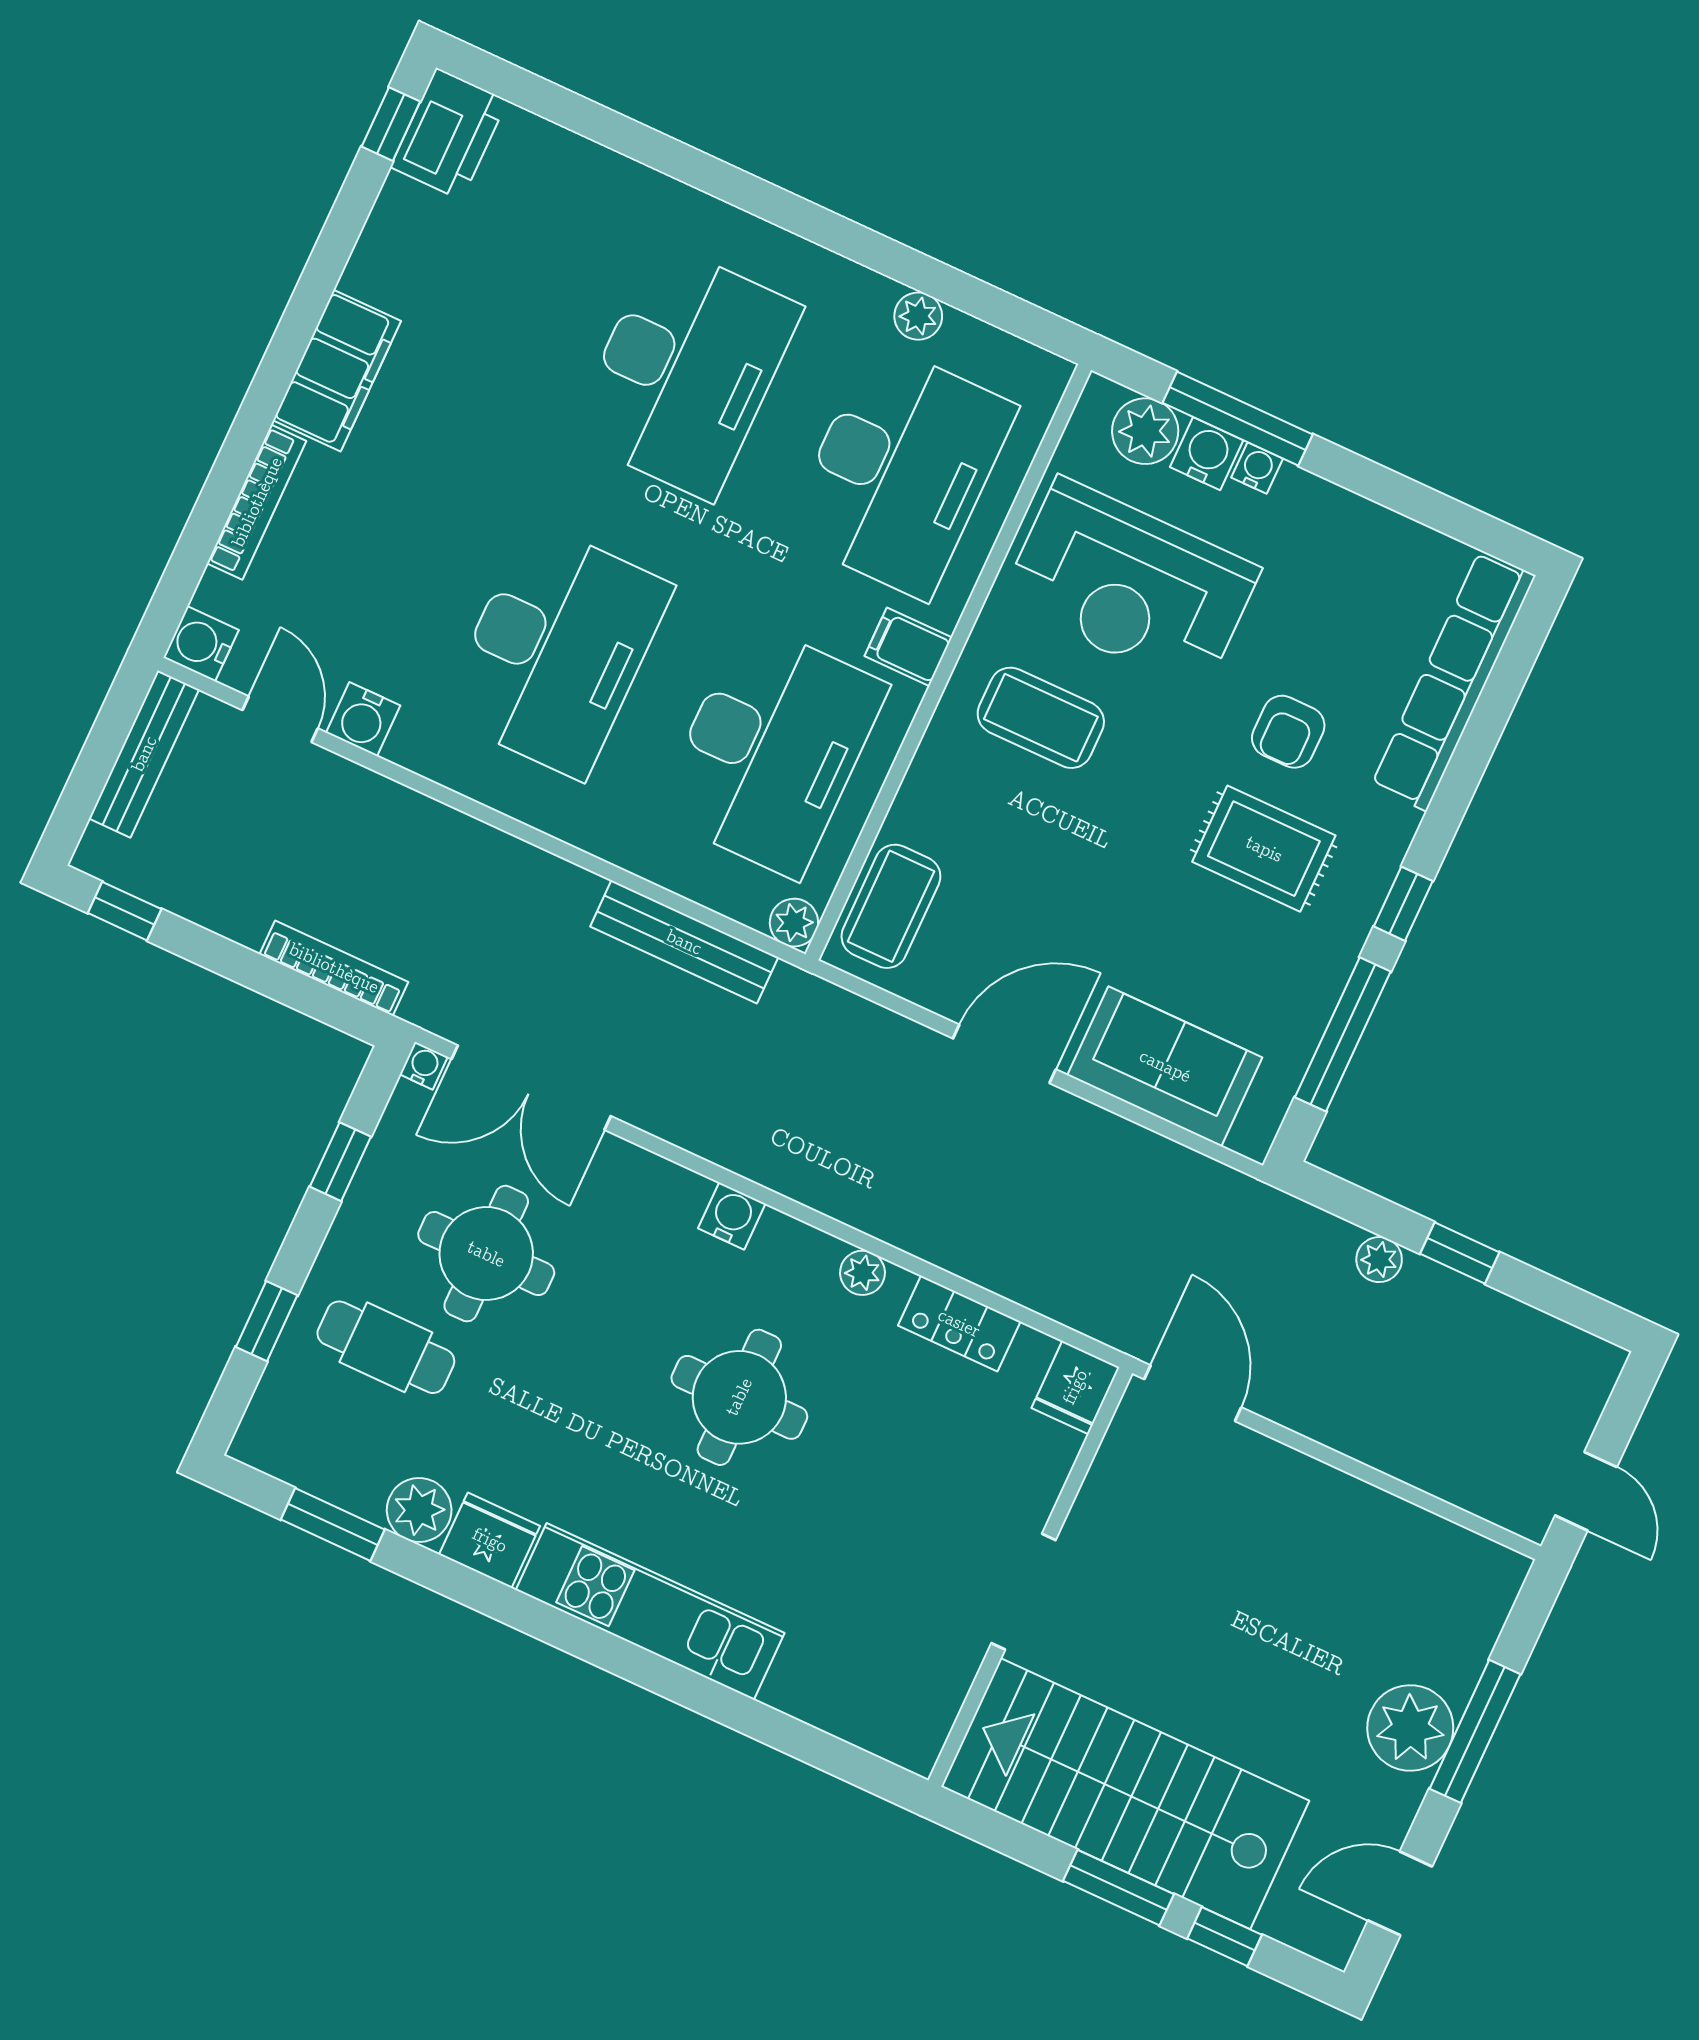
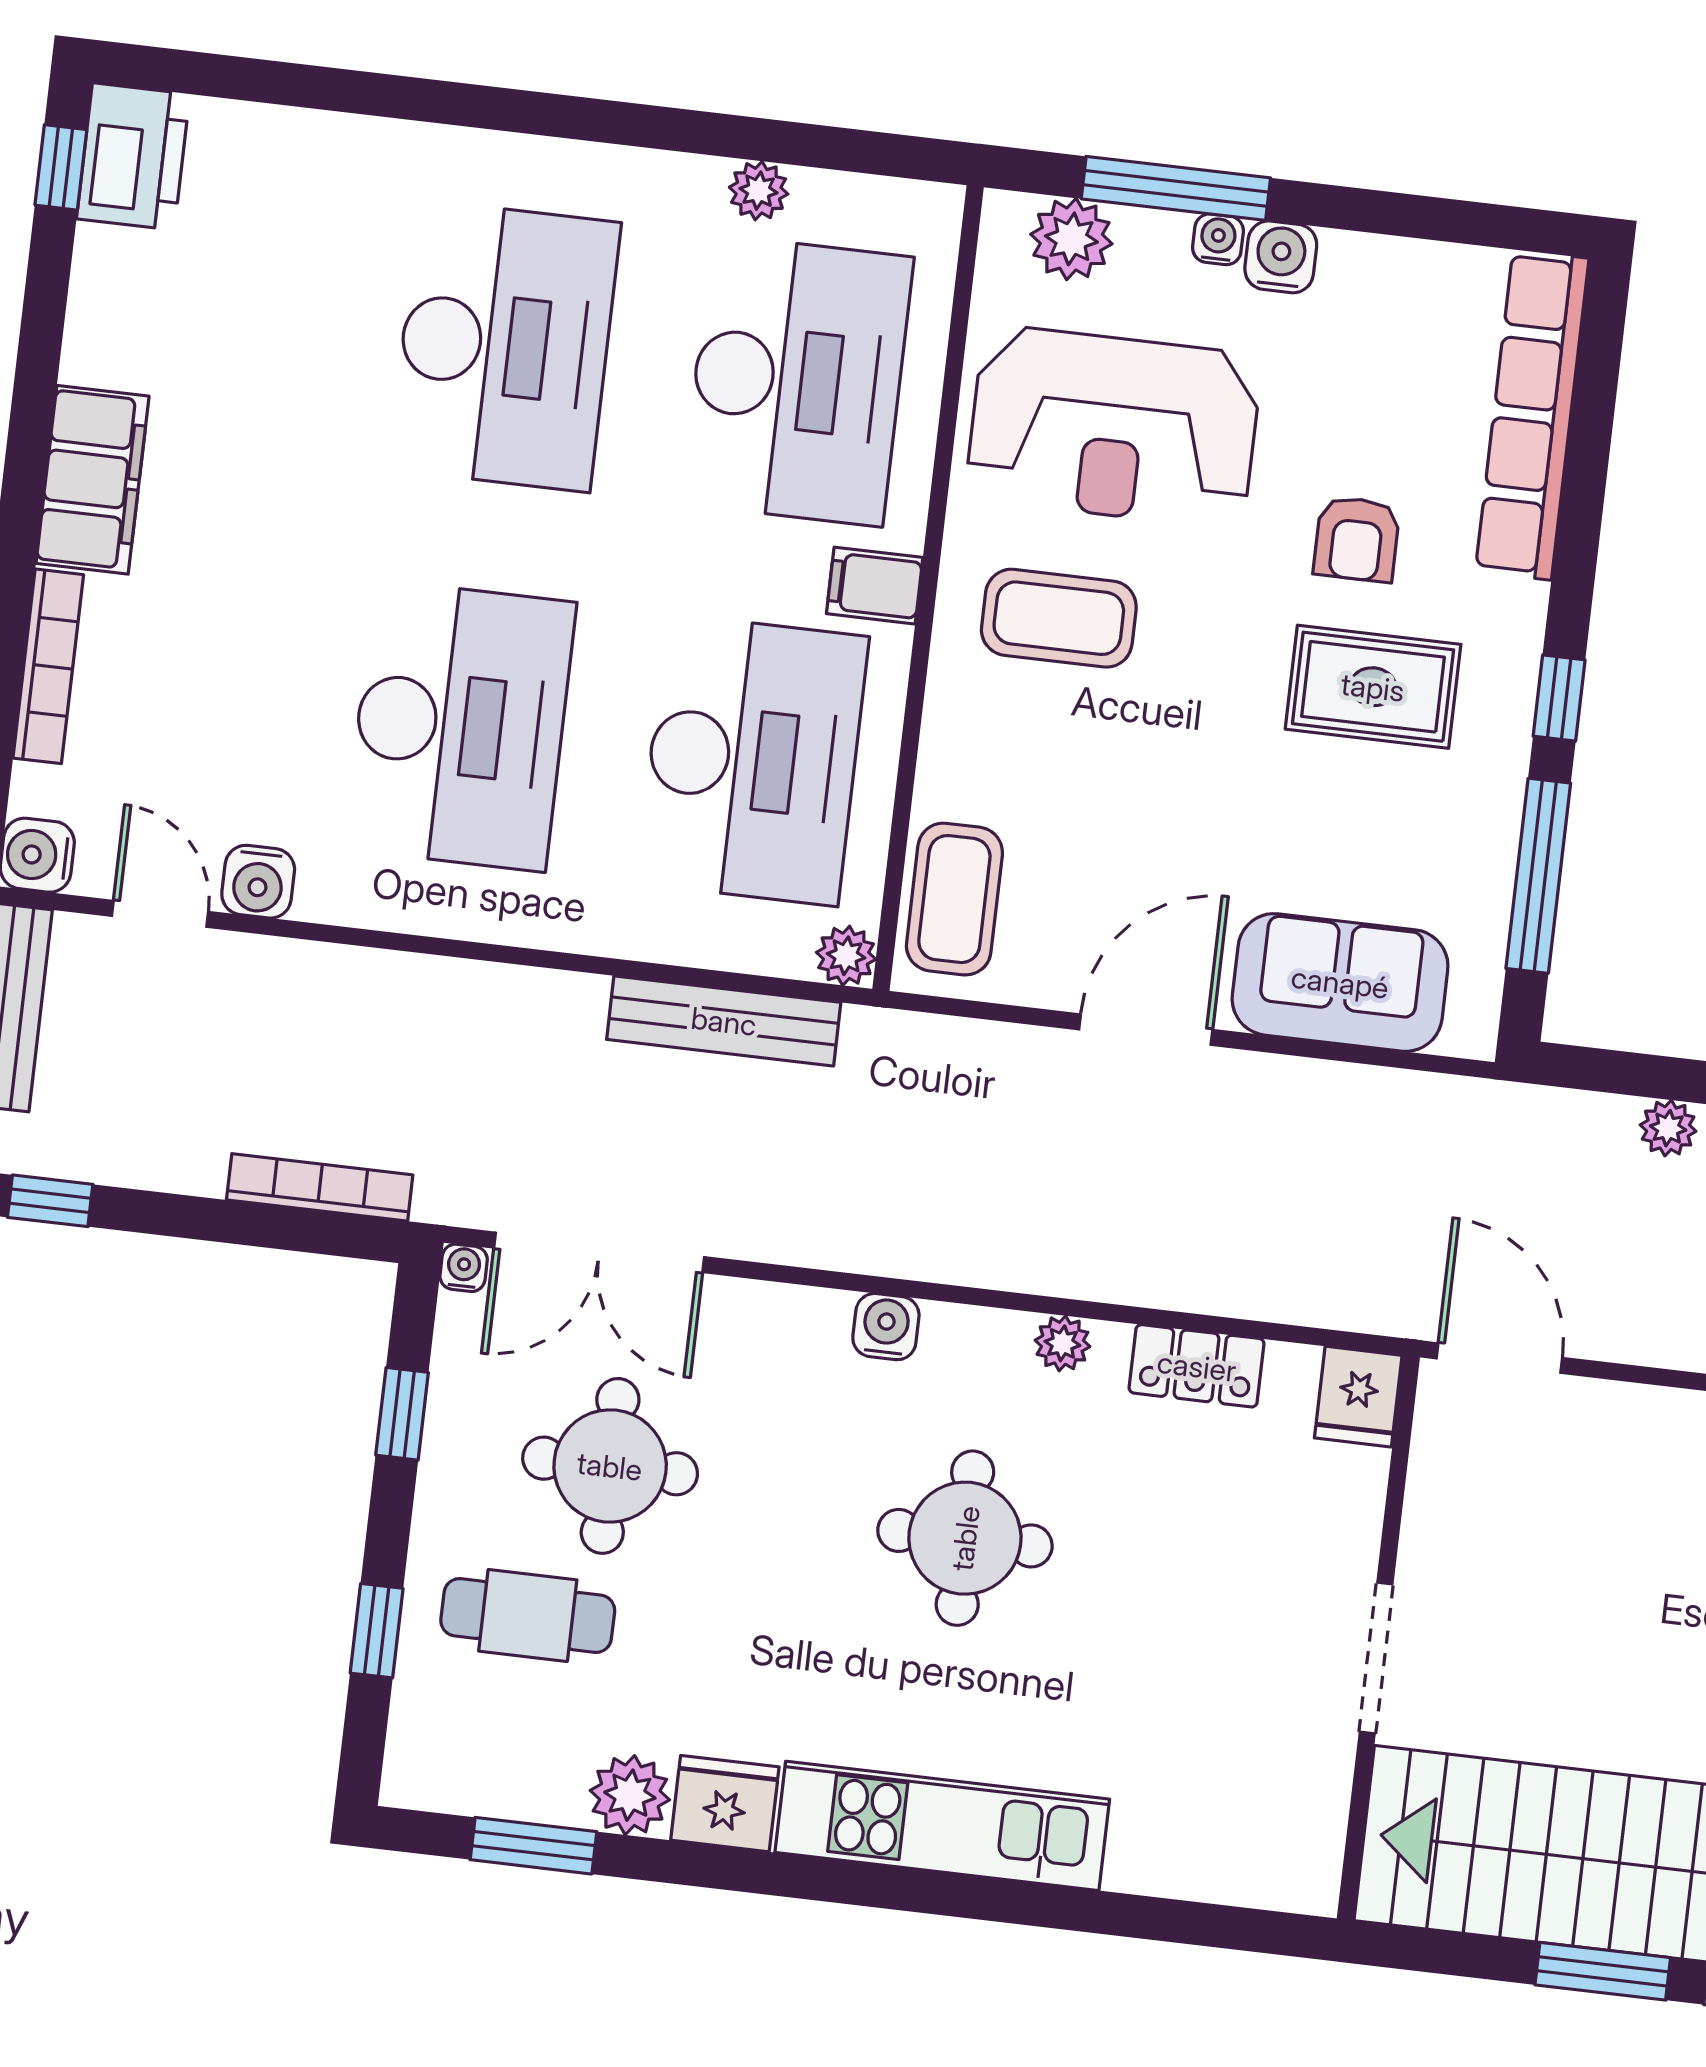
water cooler: (1207, 454) -> (1281, 257), moved

